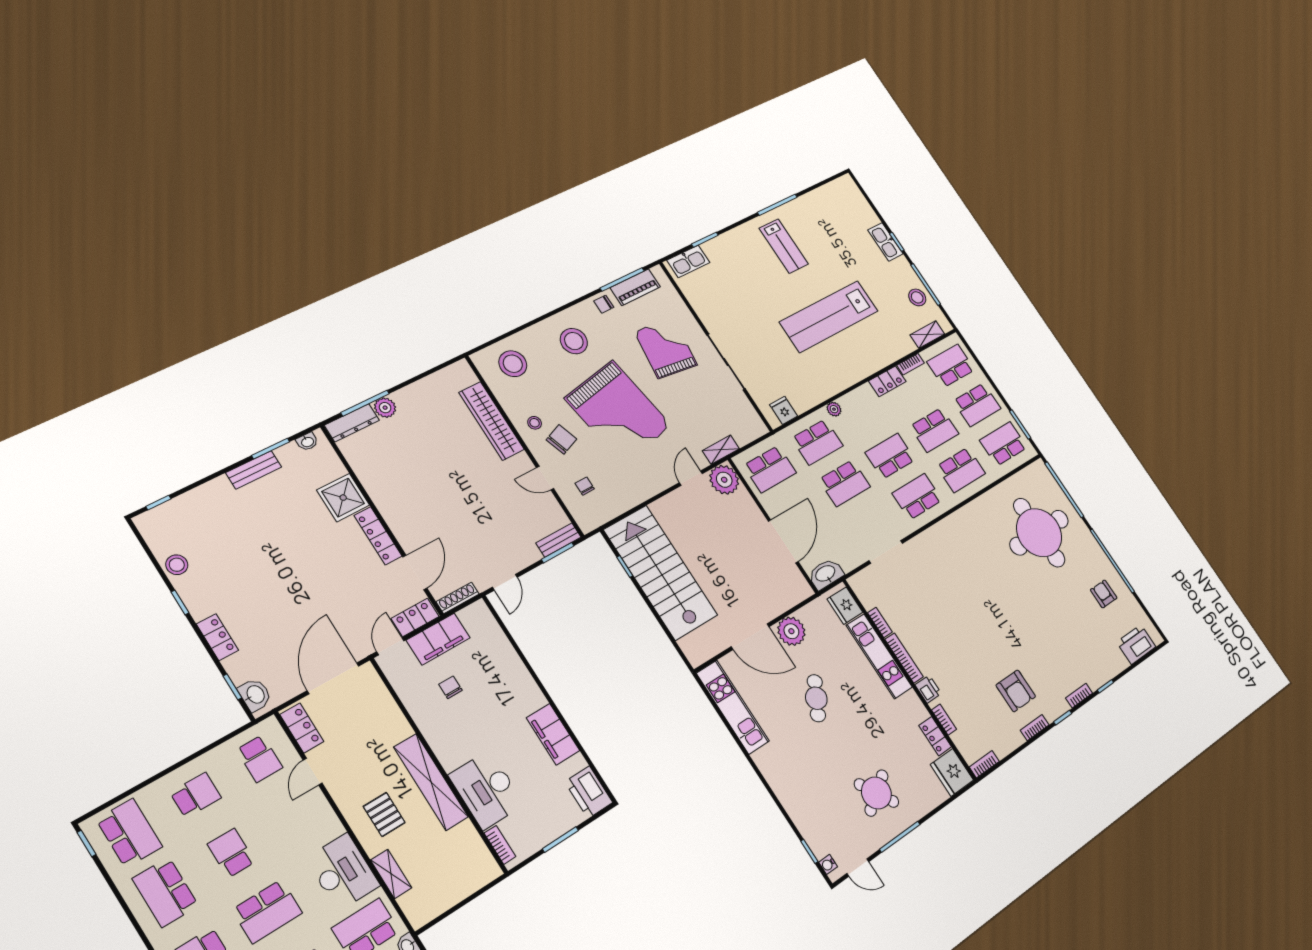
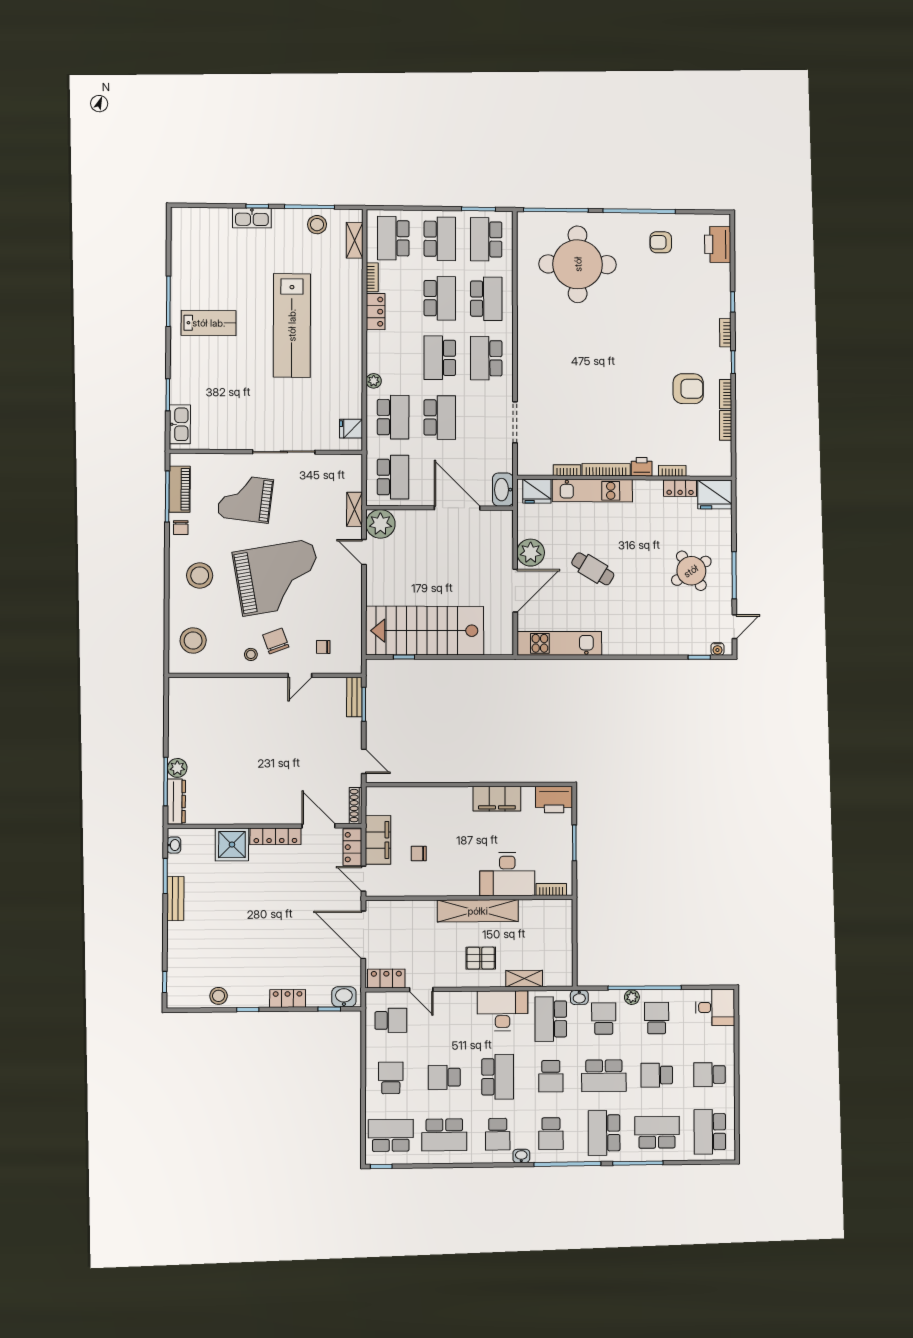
wardrobe: (492, 421) -> (231, 689), removed
bookcase: (984, 764) -> (726, 425), moved

